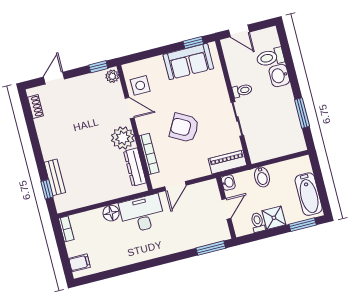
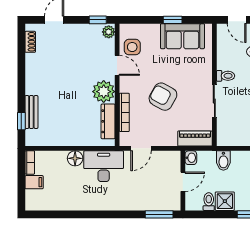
window: (193, 43) -> (173, 20), moved
filing cabinet: (79, 263) -> (34, 182), moved

